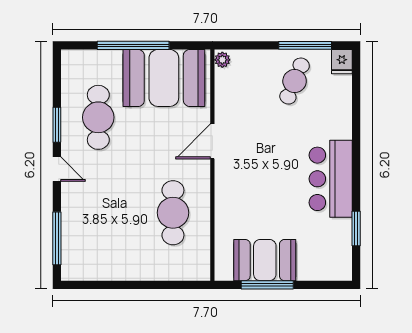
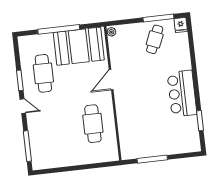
booth: (265, 260) -> (149, 145), removed

